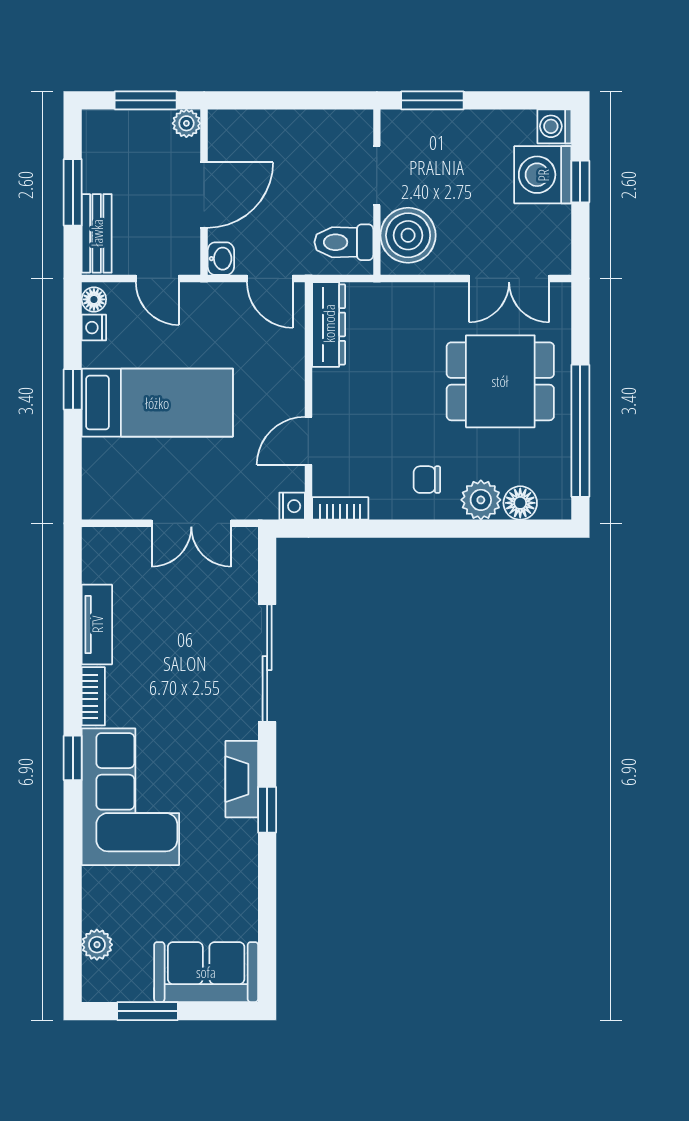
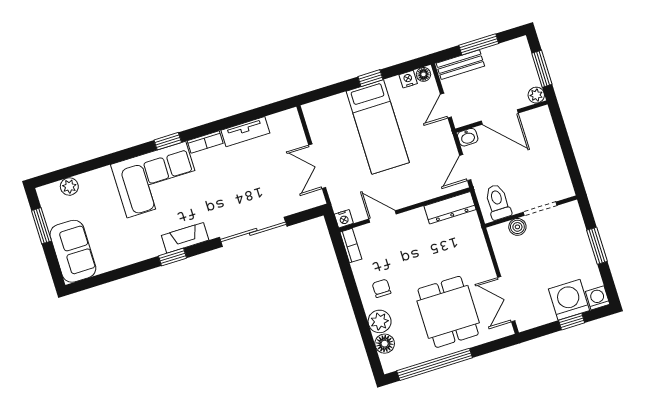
window: (432, 100) -> (597, 246), moved
boiler: (408, 235) -> (517, 227), width x0.54, depth x0.54

